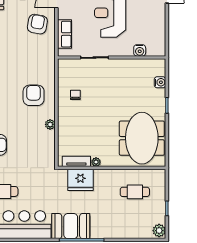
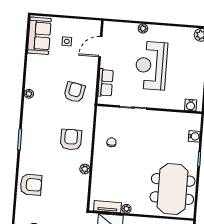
armchair: (37, 24) -> (75, 92), moved
water cooler: (140, 50) -> (191, 105), moved

